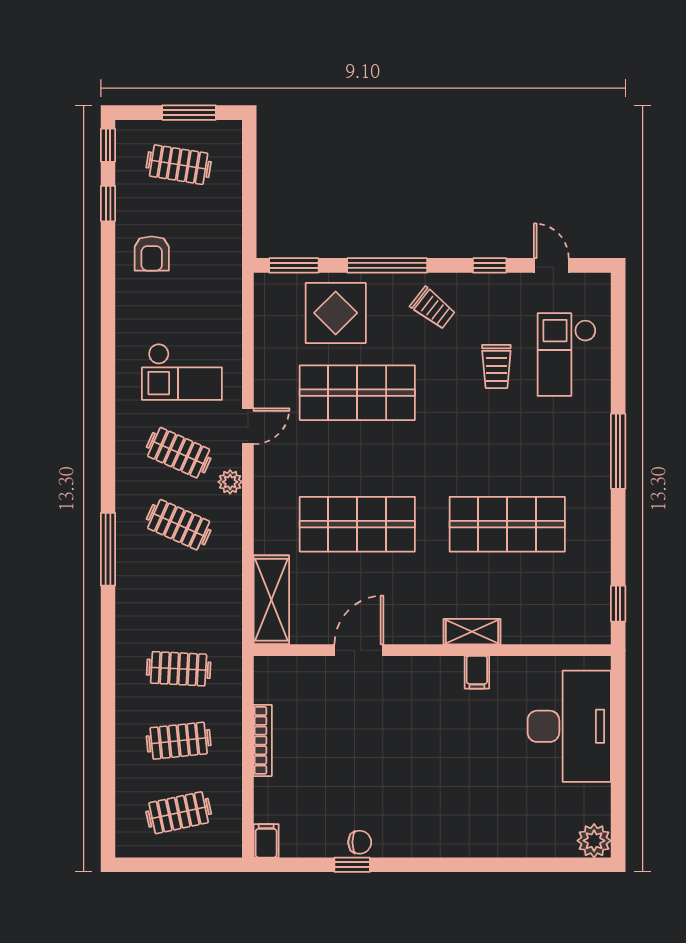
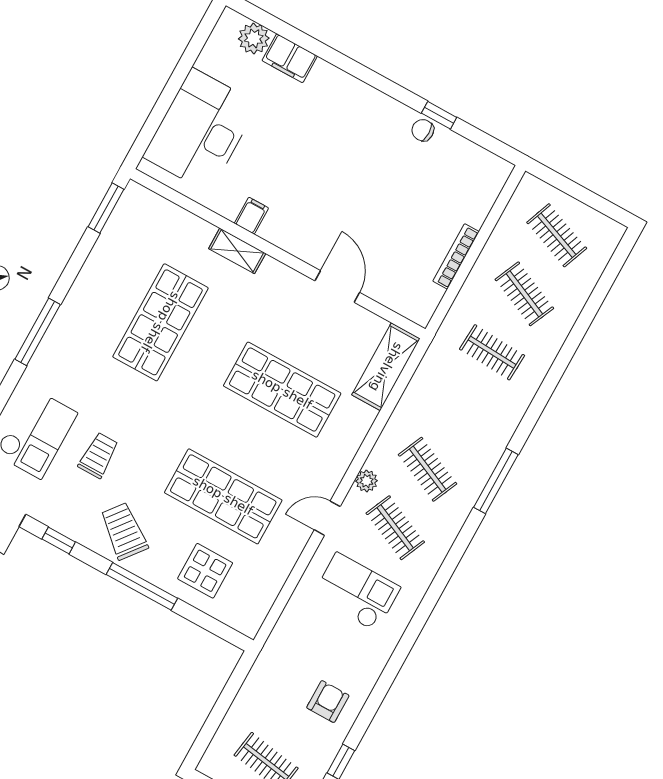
window: (294, 265) -> (218, 628), removed
trolley: (433, 308) -> (124, 531), width x1.36, depth x1.39
display table: (336, 313) -> (205, 571), width x0.73, depth x0.73
shop shelf: (507, 524) -> (160, 322), turned 90
window: (618, 604) -> (106, 208), width x1.50
door: (359, 650) -> (337, 287), swing flipped
clothes rail: (179, 741) -> (524, 294), turned 30
clothes rail: (179, 813) -> (557, 235), turned 33
filing cabinet: (266, 841) -> (290, 58), moved, width x2.00
plant: (594, 841) -> (254, 38), moved

